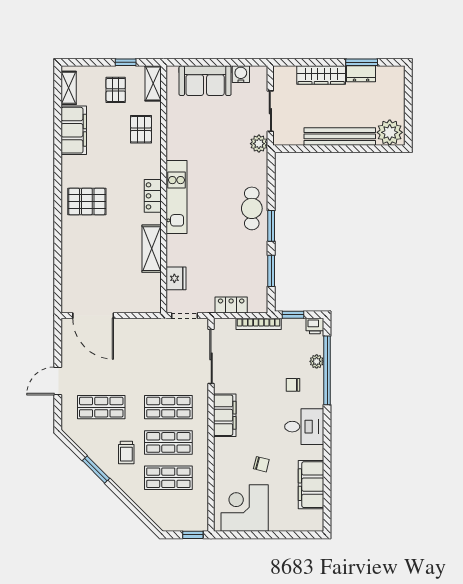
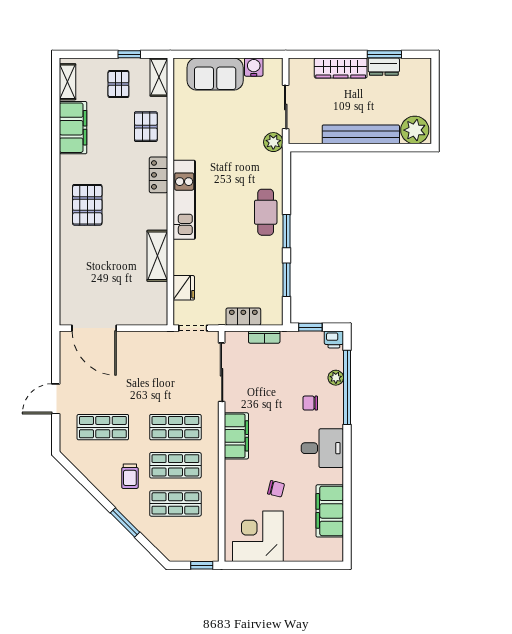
locker: (153, 196) -> (158, 175), moved
pallet: (87, 202) -> (87, 205), turned 90
bookcase: (259, 324) -> (264, 337), width x0.64
window: (96, 470) -> (125, 522), moved

